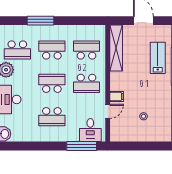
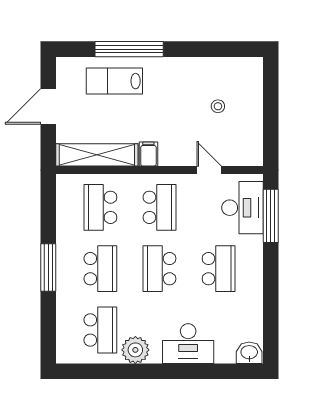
window: (41, 21) -> (48, 267), moved
school desk: (52, 50) -> (100, 269), turned 180
filing cabinet: (117, 97) -> (148, 154), moved
desk: (90, 130) -> (242, 208), width x1.37

